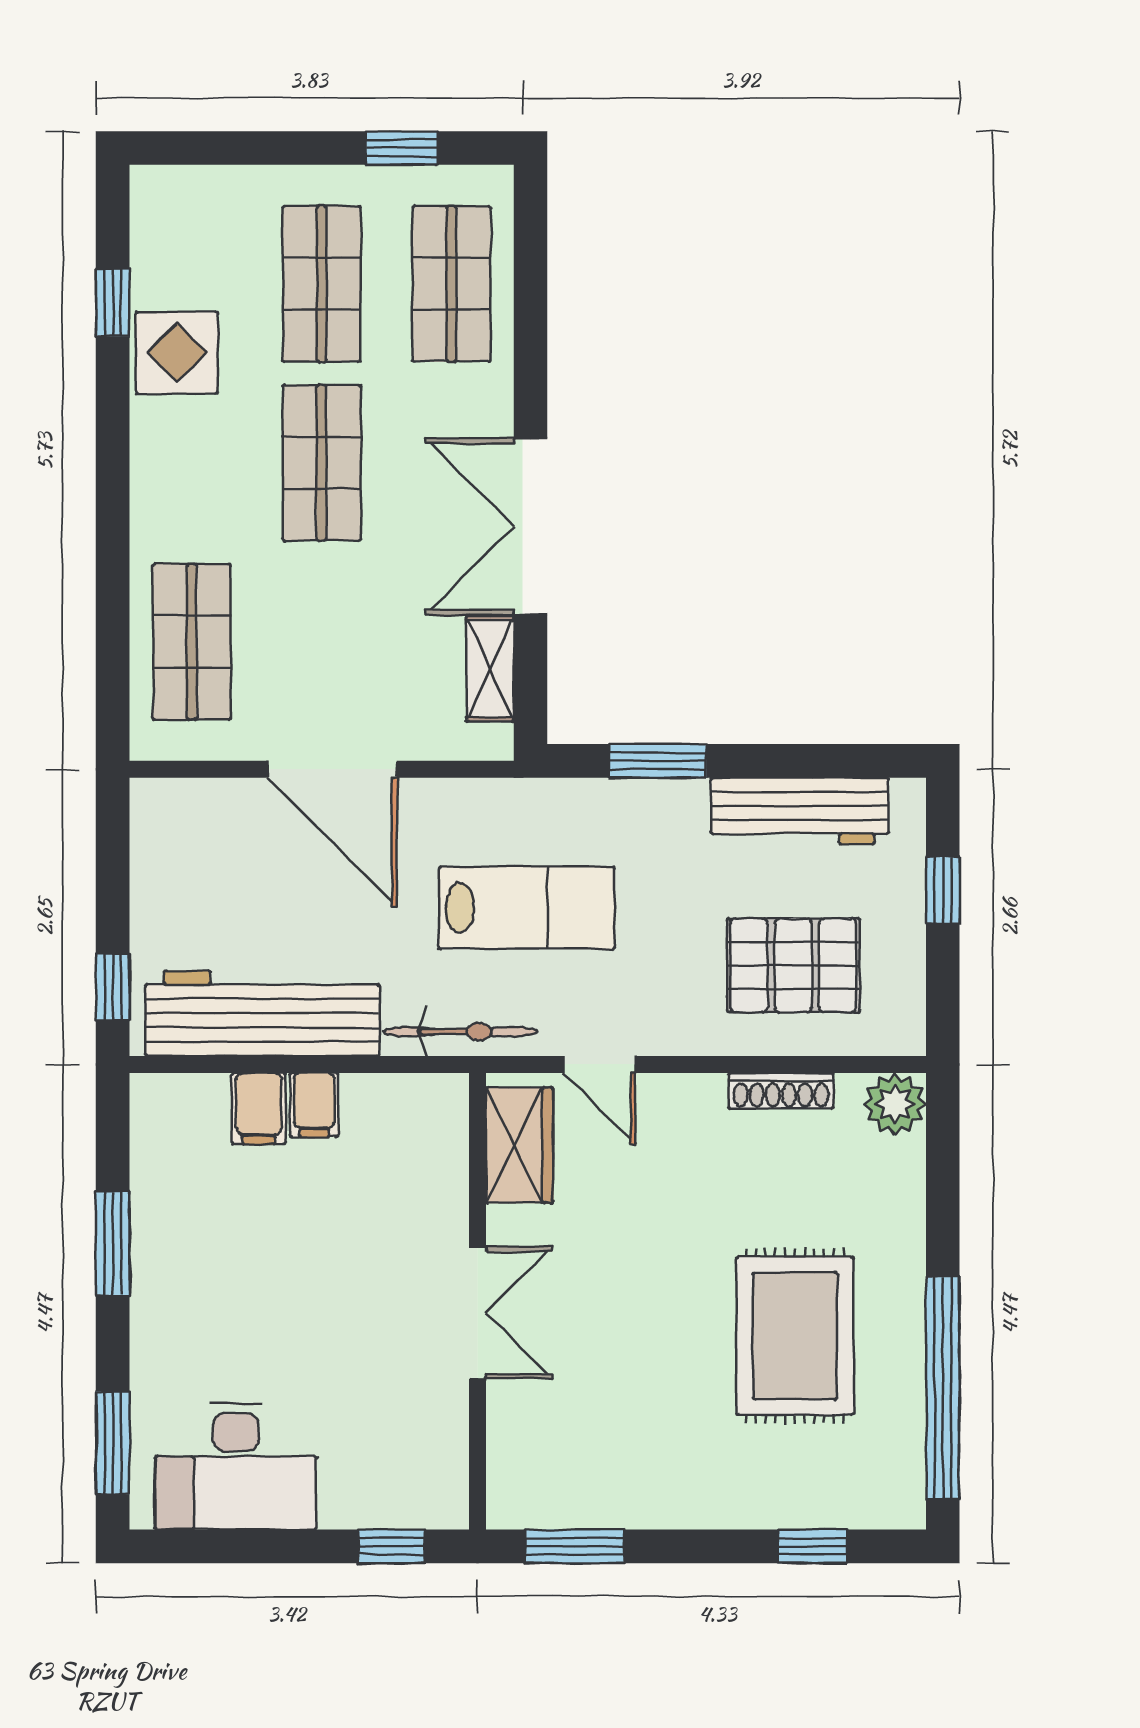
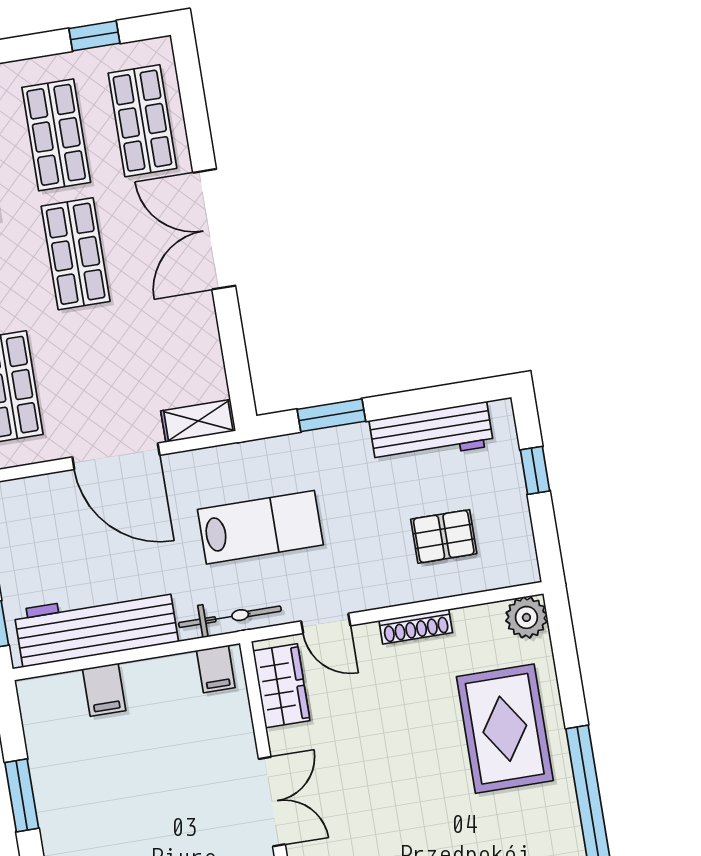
double door: (531, 527) -> (214, 229), moved
shelving: (490, 669) -> (198, 421), moved, turned 90
pallet: (793, 965) -> (444, 536), width x0.67, depth x0.71
shoe rack: (781, 1091) -> (416, 627), moved
filing cabinet: (314, 1105) -> (216, 669), moved
rug: (795, 1336) -> (505, 729), moved

